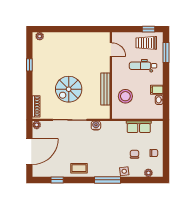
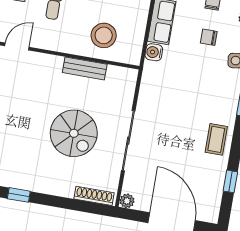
bench: (105, 89) -> (85, 68), width x0.73
water cooler: (96, 125) -> (154, 52), moved

